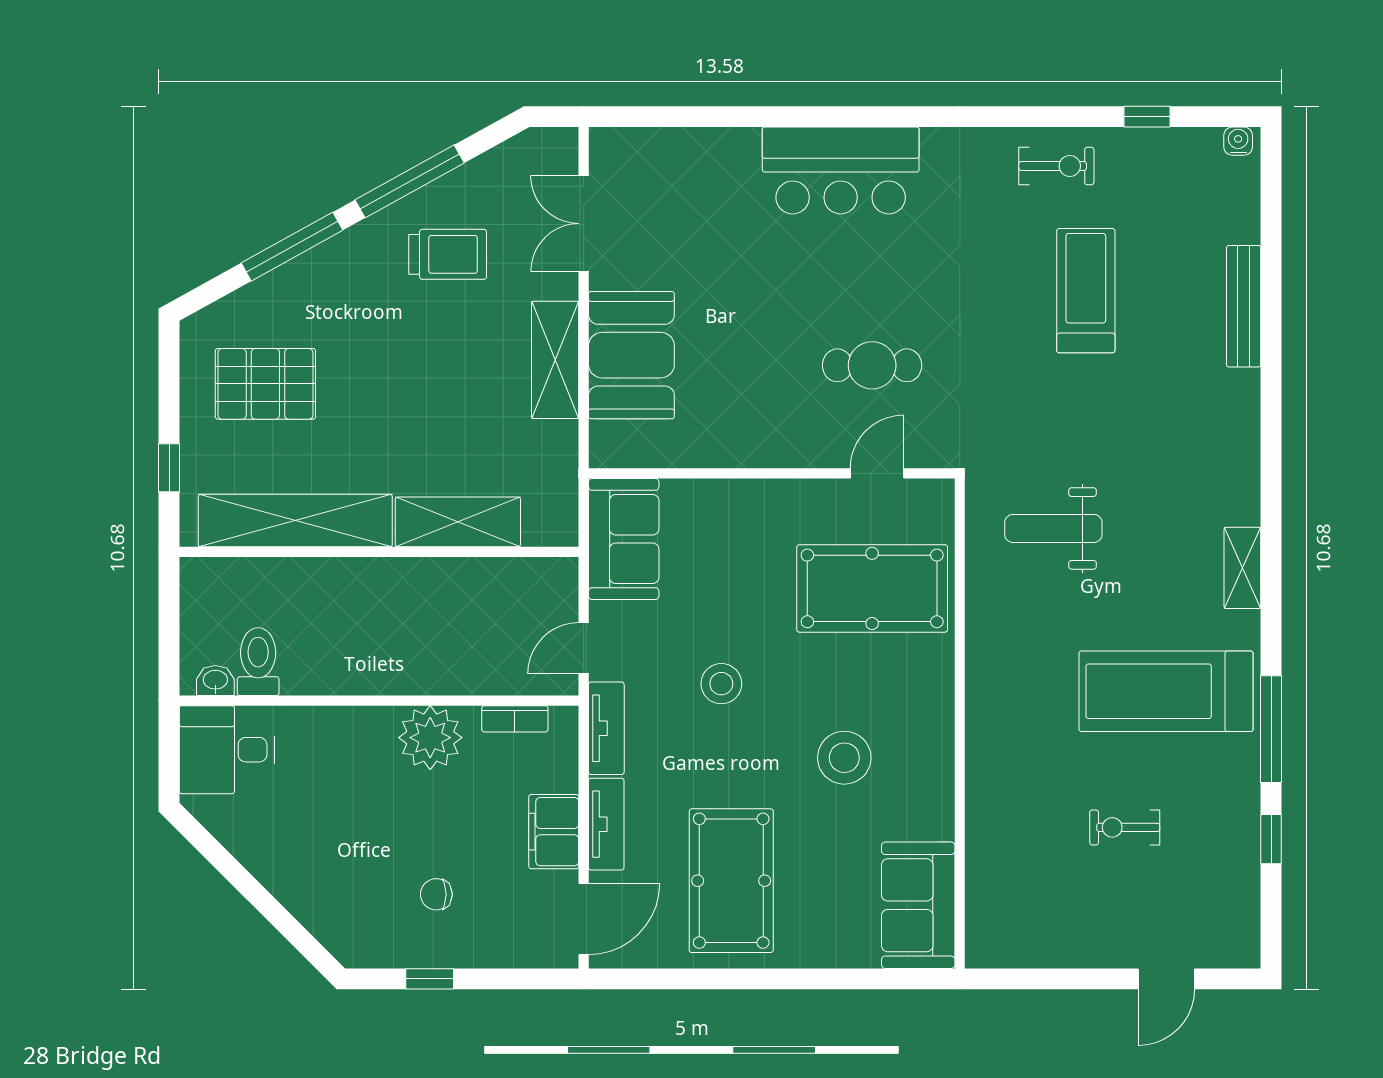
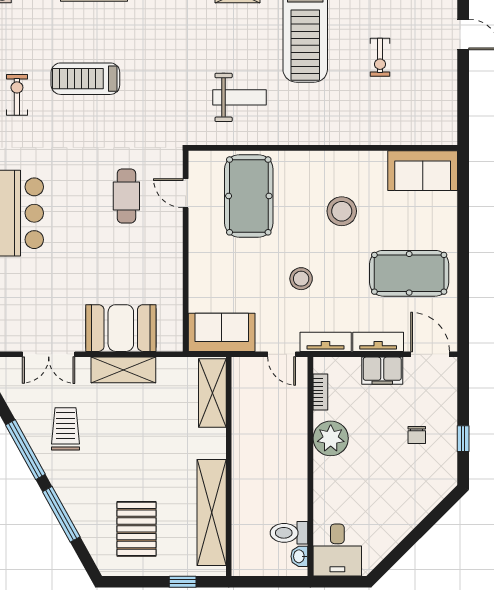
shelving: (458, 522) -> (212, 393), moved
weight bench: (1053, 528) -> (240, 97), moved, turned -90

